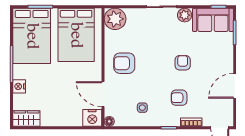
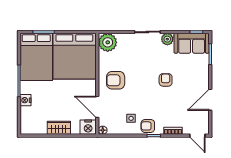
bed: (76, 35) -> (74, 56), width x1.36
armchair: (179, 98) -> (148, 126), moved
wardrobe: (26, 119) -> (59, 128), moved

